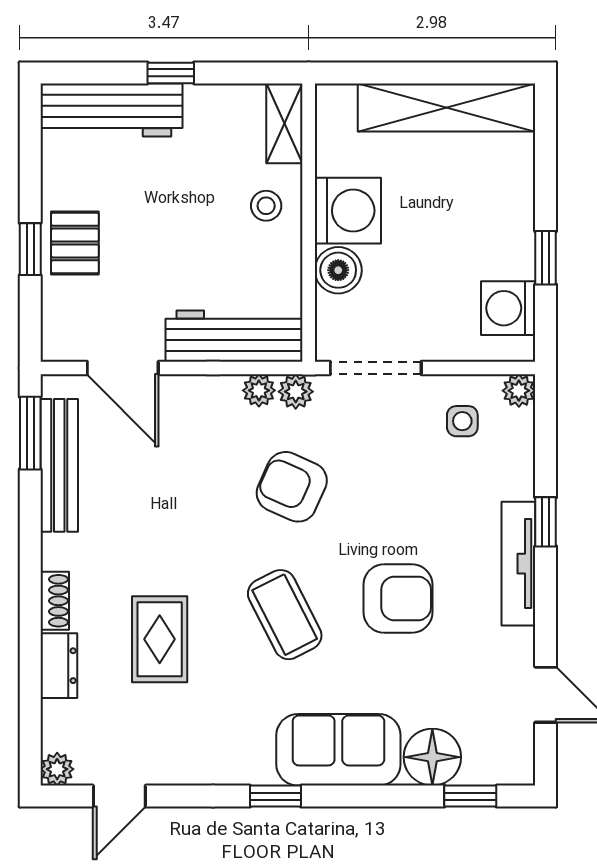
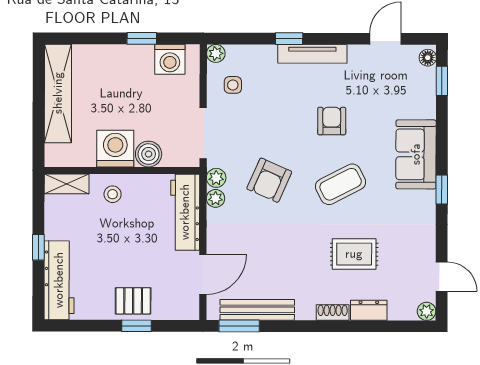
armchair: (398, 598) -> (332, 121), width x0.72, depth x0.72
floor lamp: (432, 757) -> (428, 58), moved, width x0.53, depth x0.53

